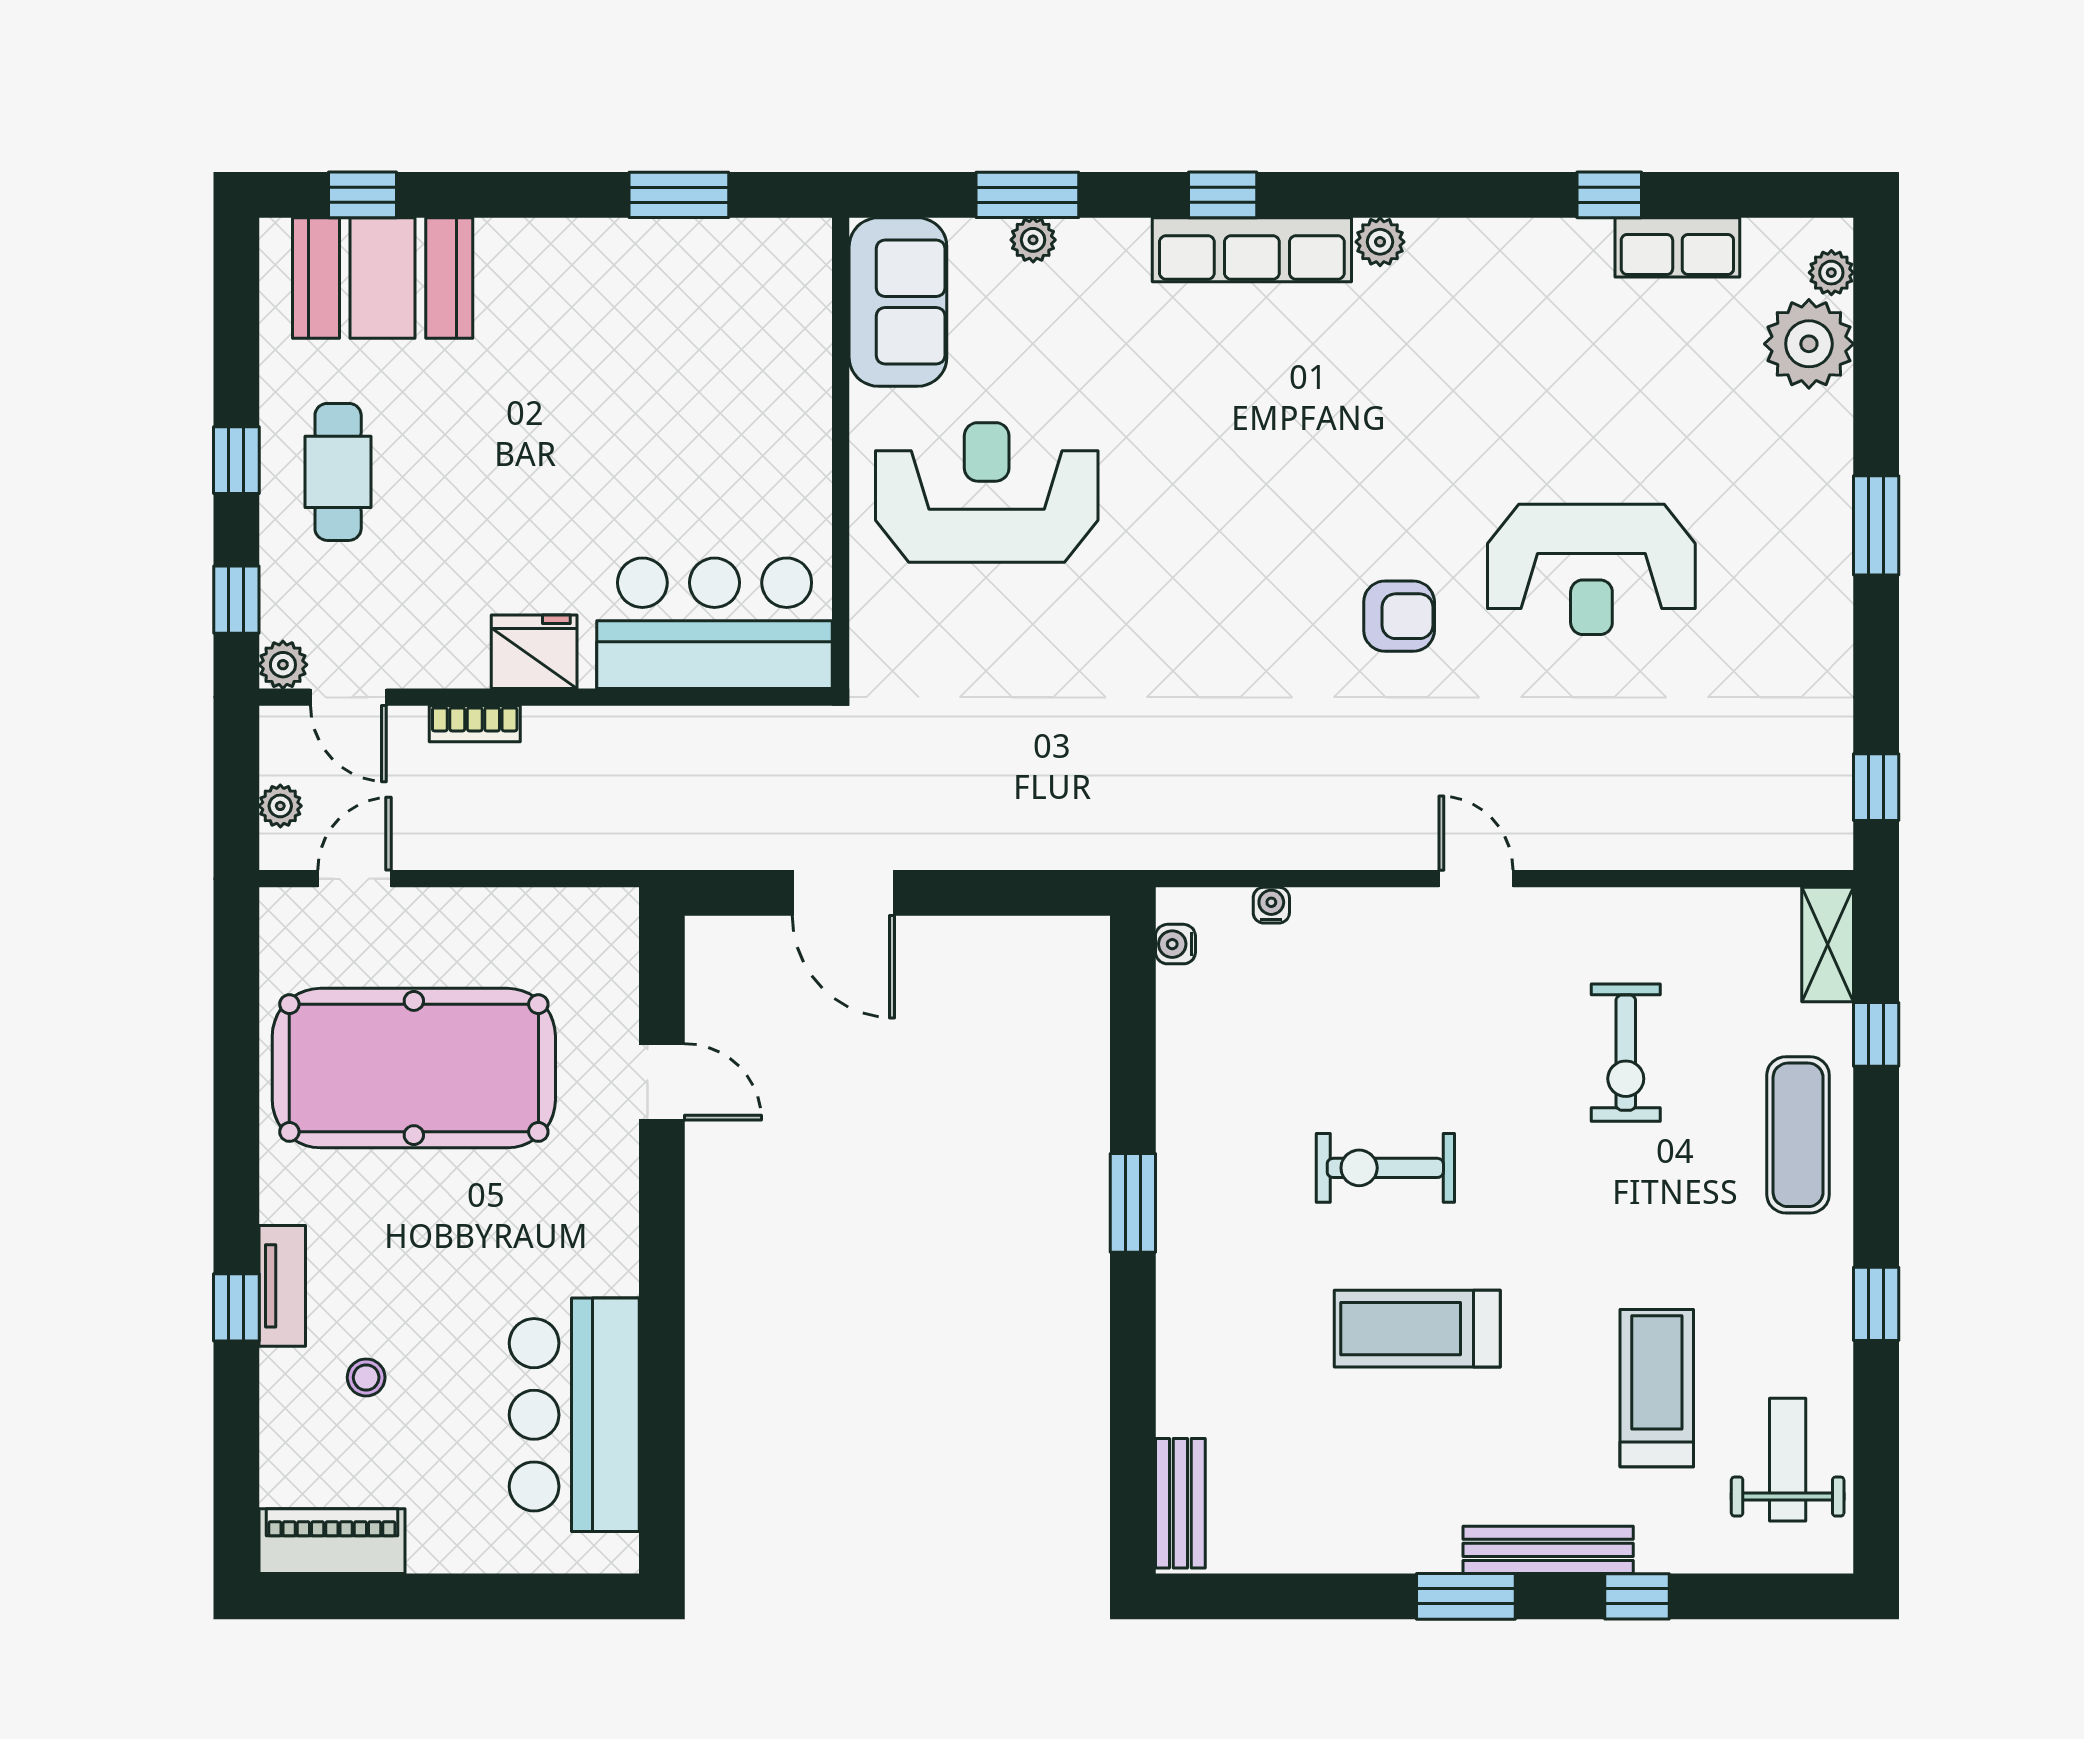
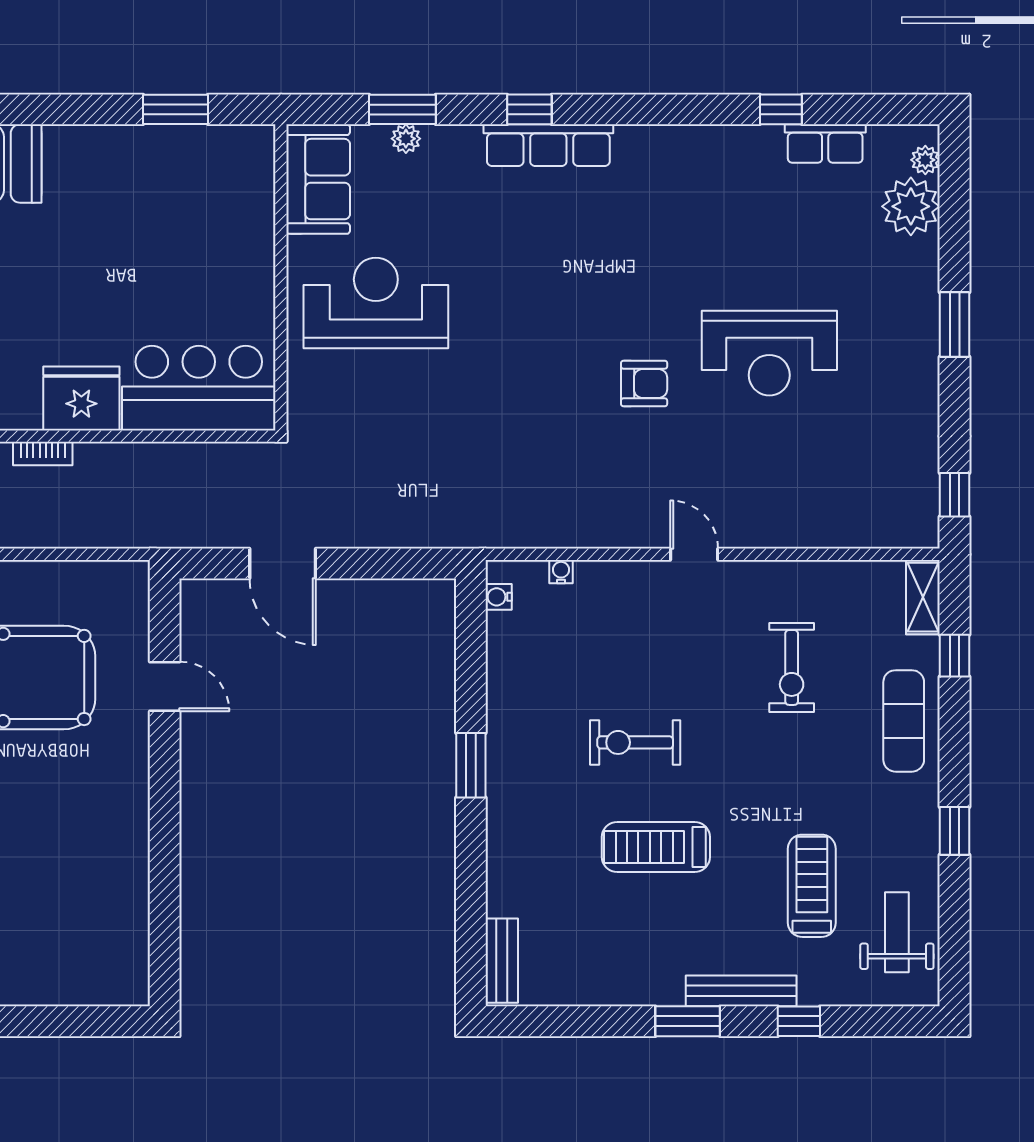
plant: (1380, 242) -> (632, 140), removed
fridge: (534, 652) -> (81, 398), width x1.36, depth x1.34
bar counter: (574, 1415) -> (108, 903), removed

